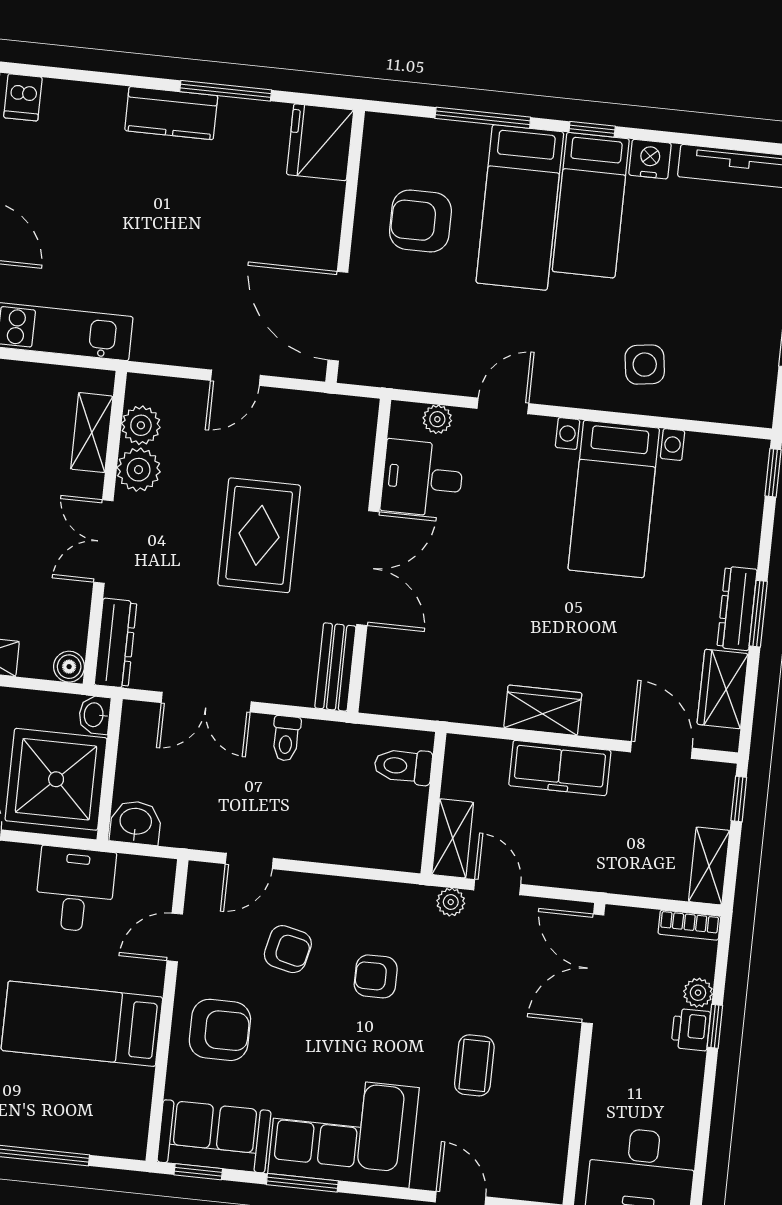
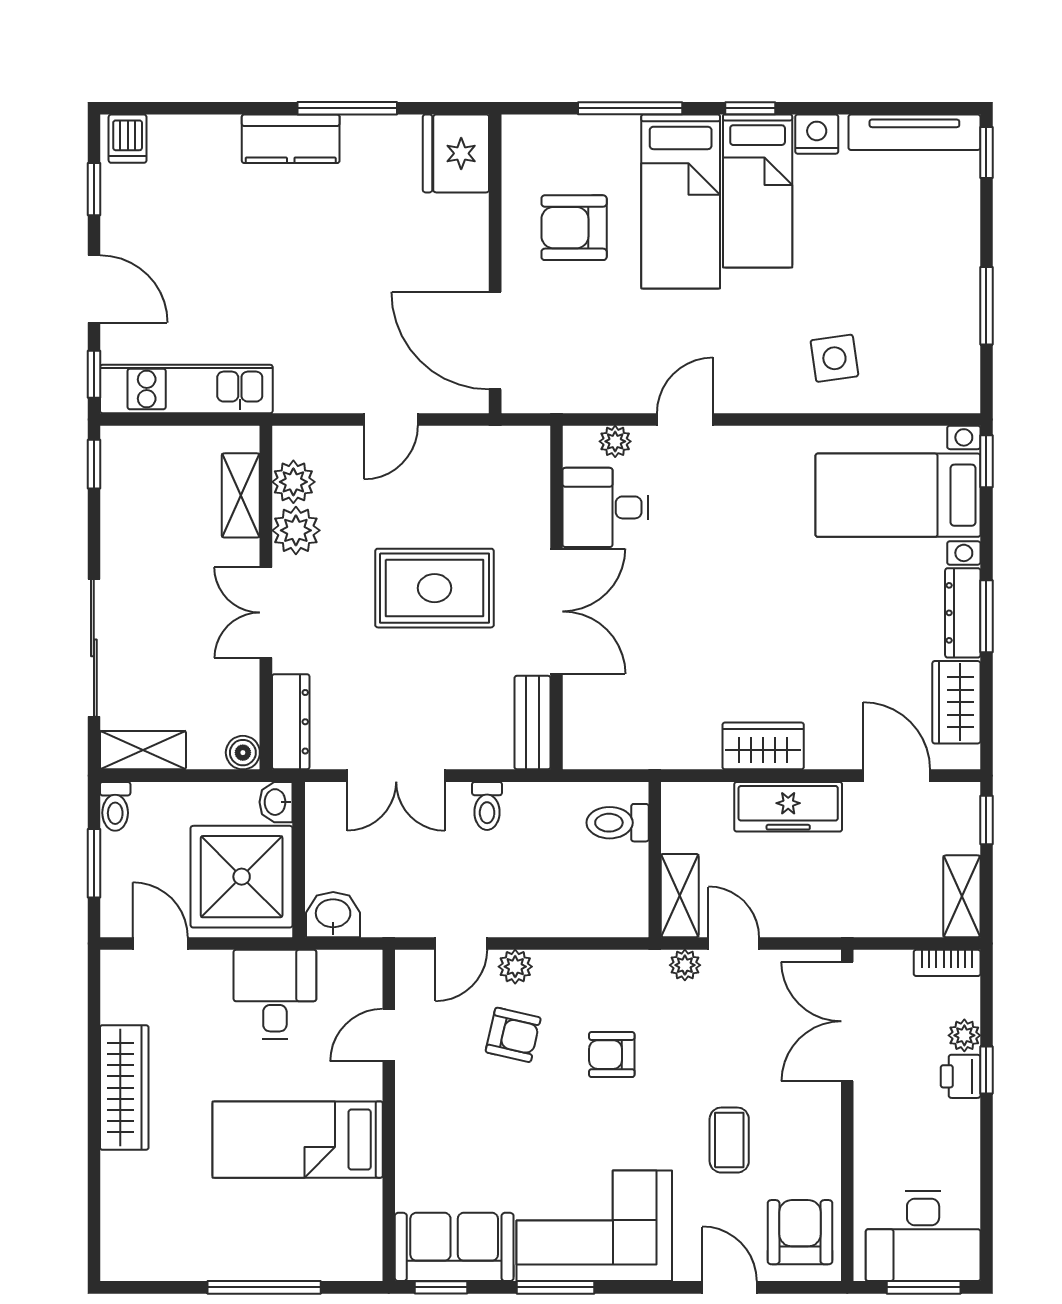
bed with nightstands: (614, 499) -> (898, 495), moved, turned 90
rug: (259, 535) -> (434, 588), turned 90
plant: (296, 887) -> (515, 967), added
armchair: (220, 1030) -> (800, 1232), moved, turned -90

